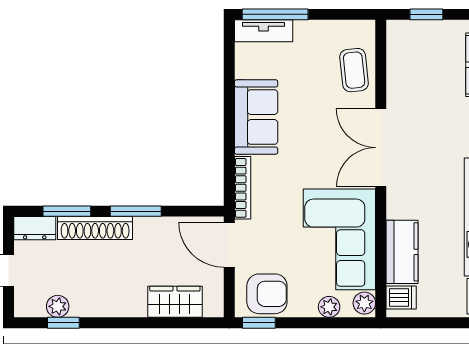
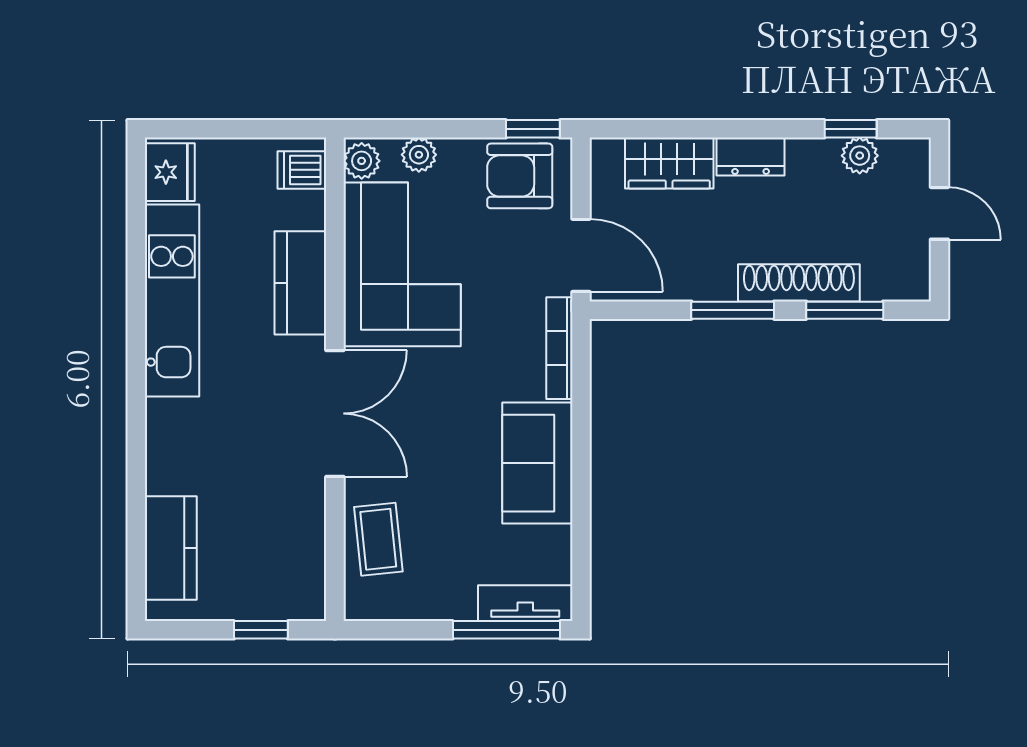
dresser: (35, 228) -> (751, 157), moved, turned 180
kitchen counter: (402, 252) -> (300, 283), moved

